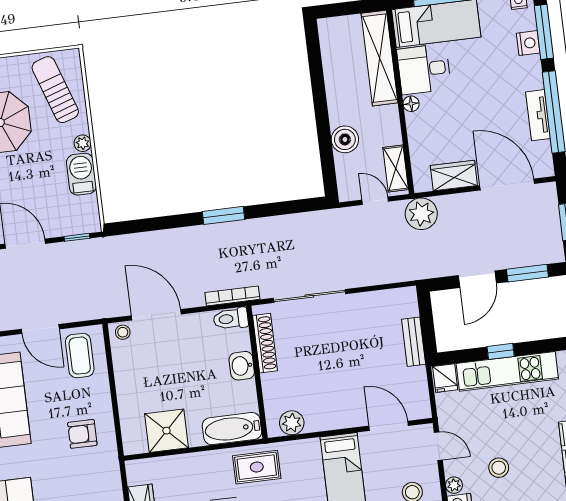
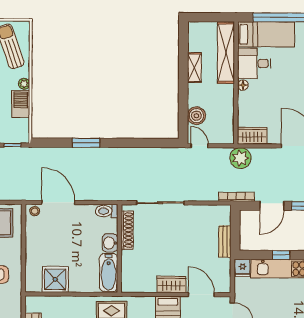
boiler: (345, 139) -> (196, 116), moved
shelving: (396, 169) -> (194, 68), moved
wardrobe: (454, 176) -> (252, 136), moved
door: (375, 201) -> (199, 146), moved
window: (224, 215) -> (86, 143), moved
bookcase: (232, 296) -> (236, 197), moved
wardrobe: (342, 416) -> (171, 284), added
plant: (292, 423) -> (138, 285), removed
bathtub: (232, 429) -> (109, 272), moved, turned -90

